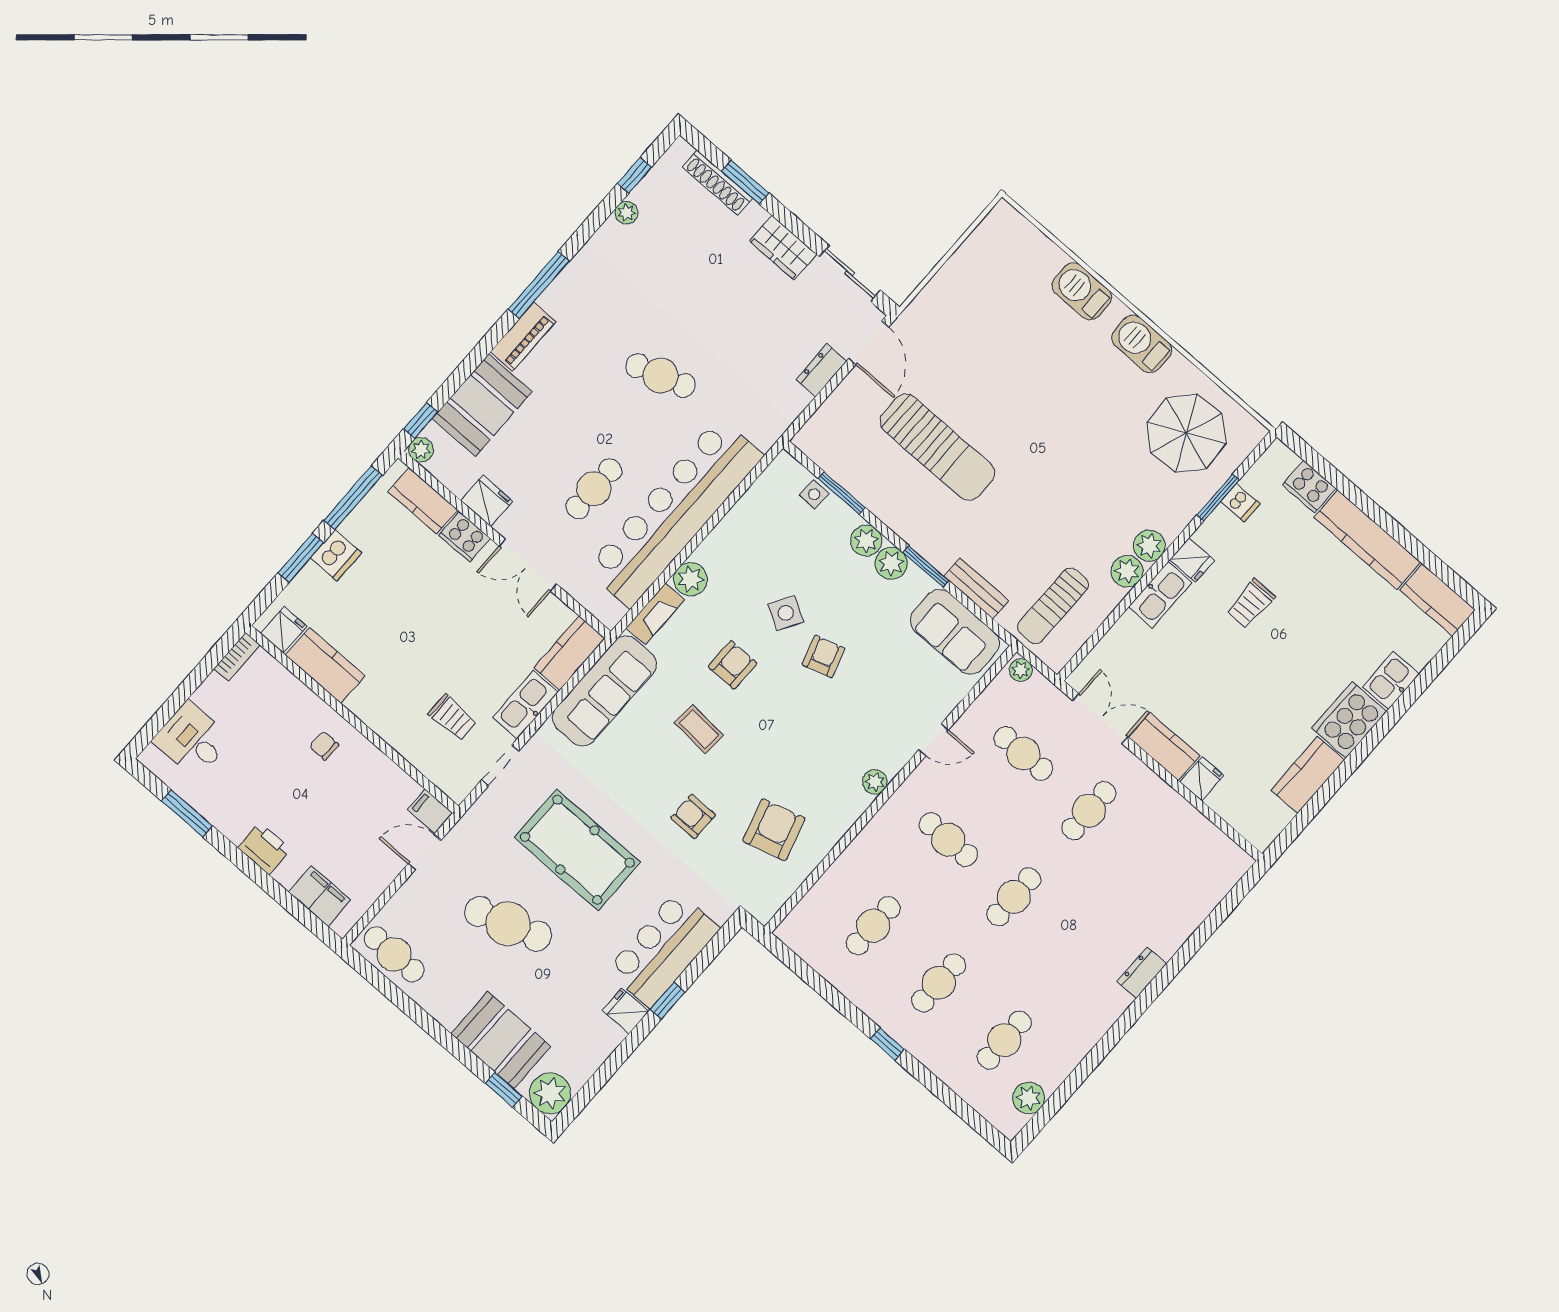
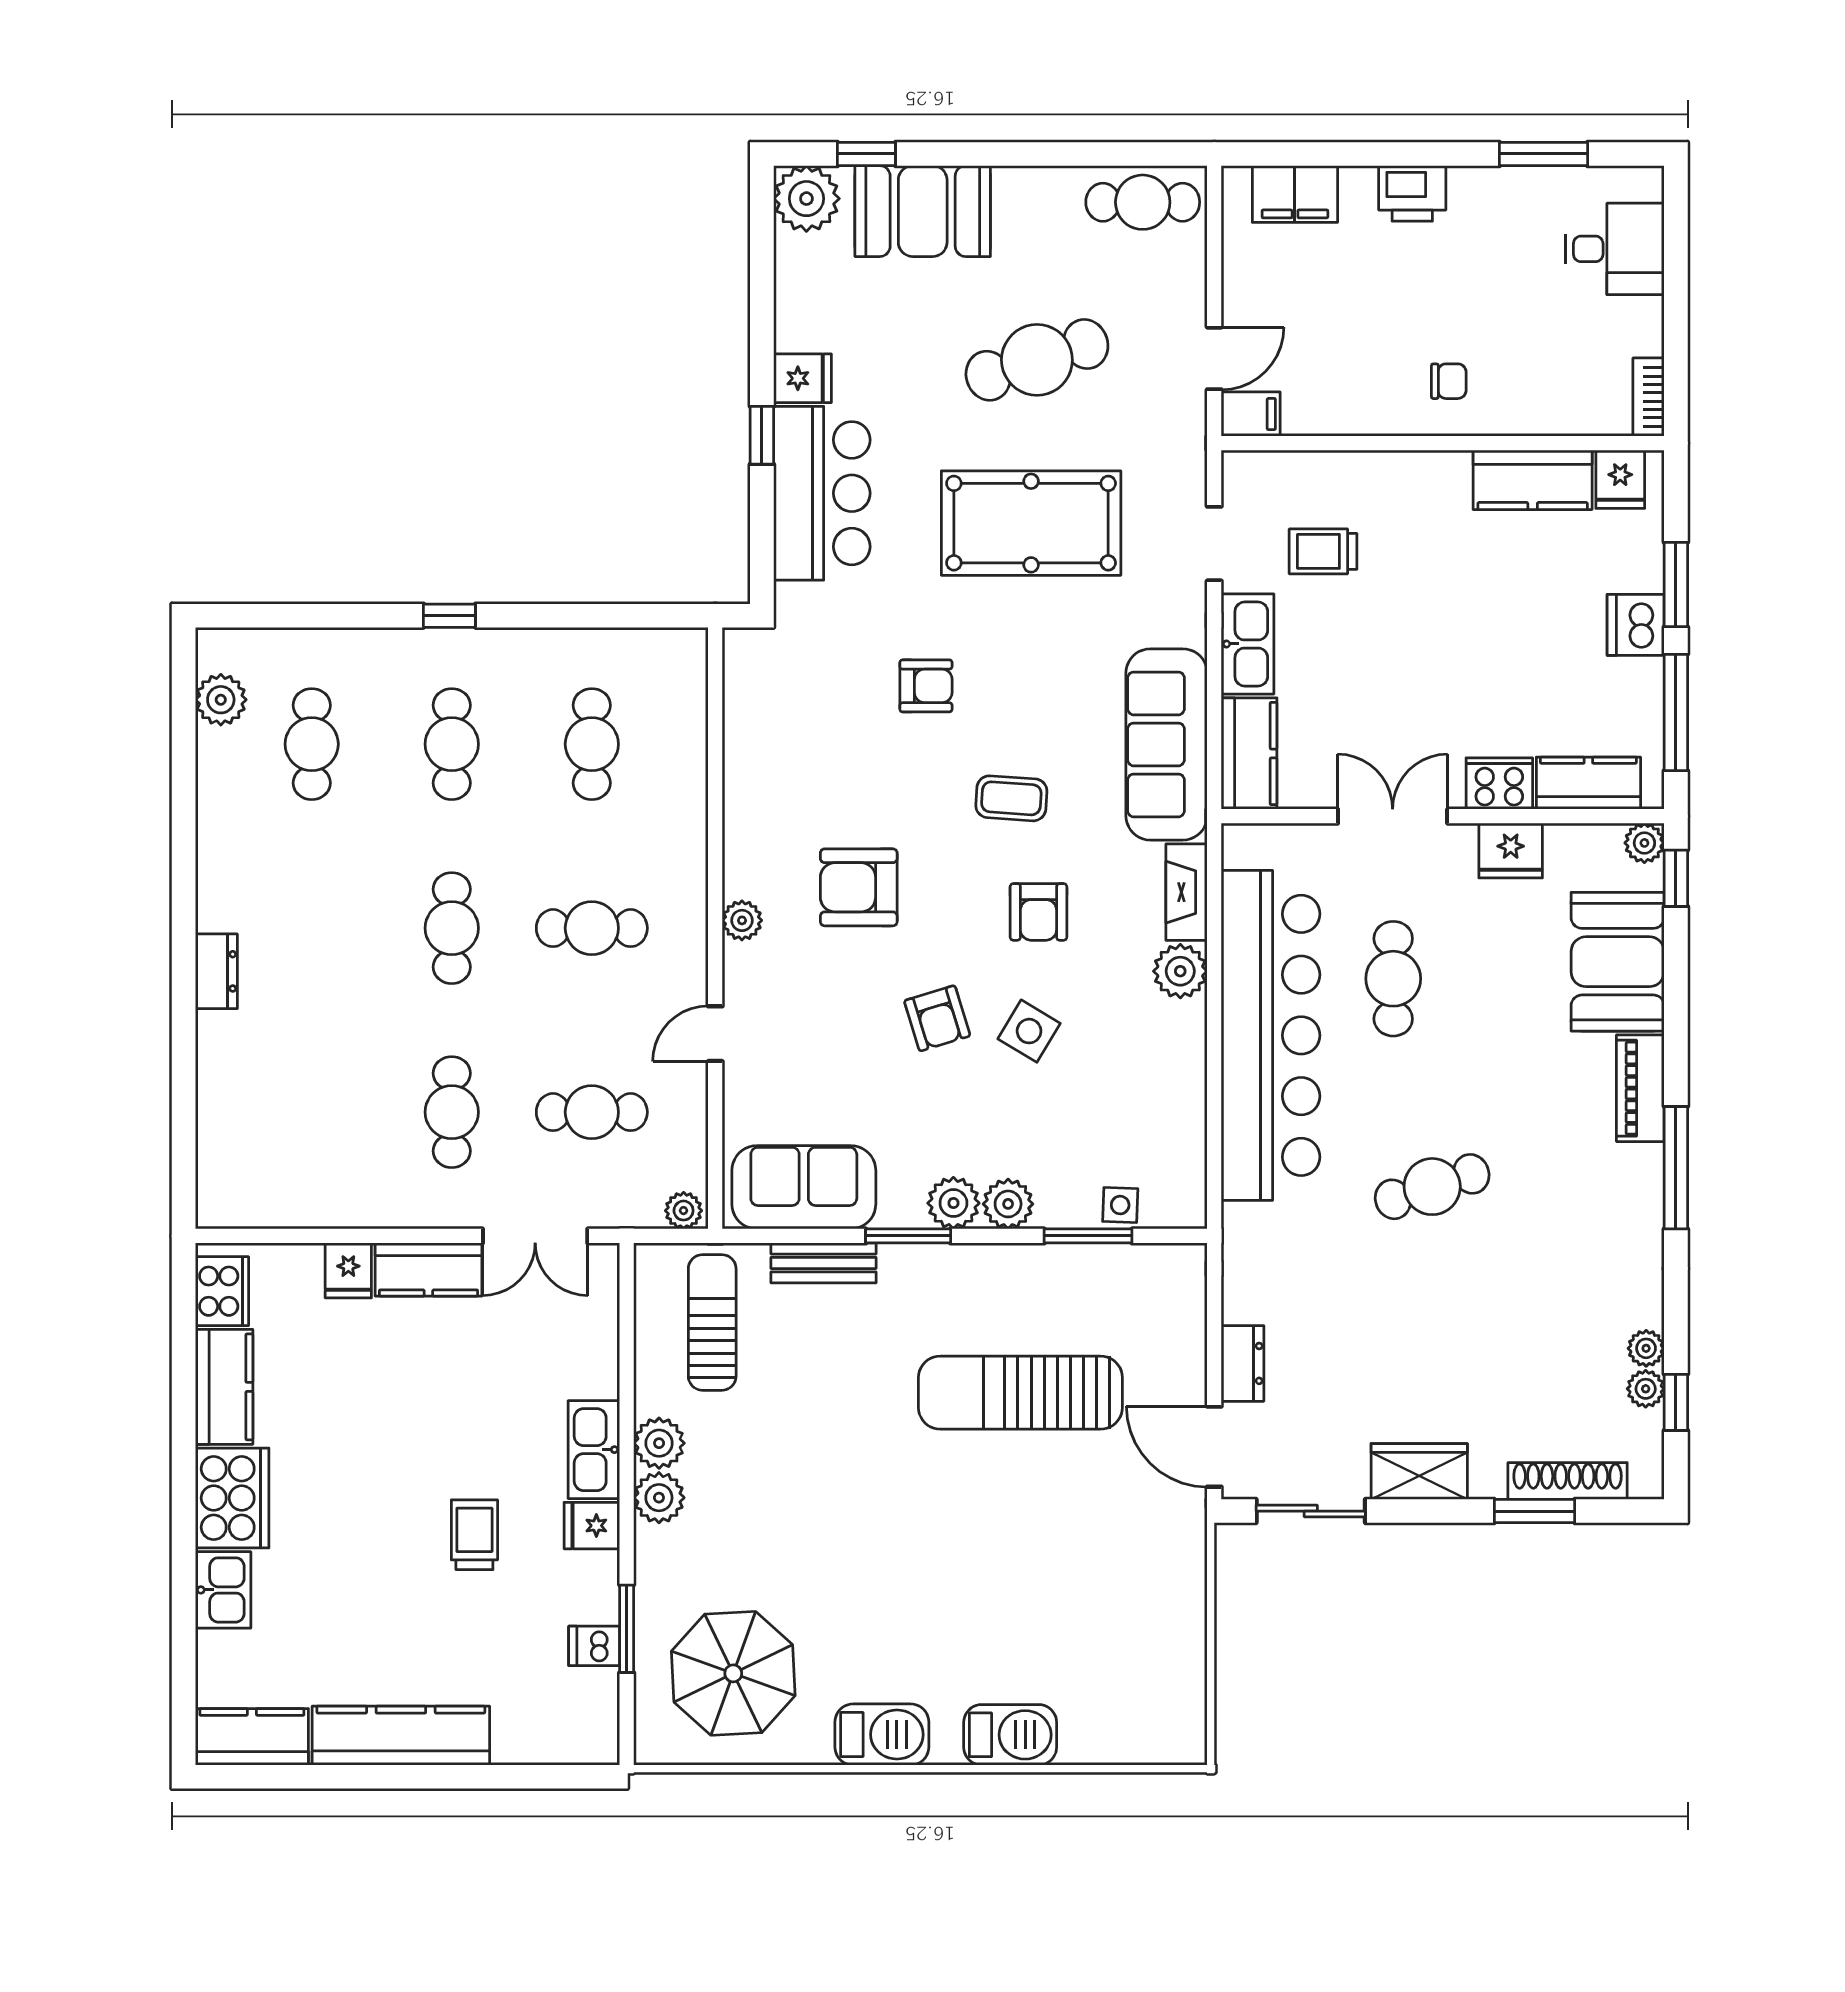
plant: (643, 194) -> (1646, 1389), added
cooker: (1309, 487) -> (222, 1291), moved, turned 90
armchair: (774, 830) -> (859, 887), moved, turned 106

